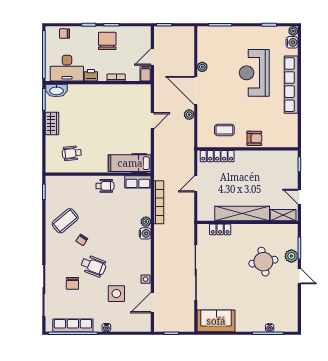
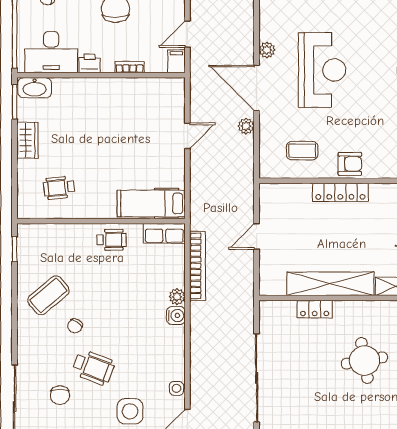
reception desk: (254, 73) -> (322, 70), moved, turned 180
locker: (217, 156) -> (340, 192), moved
locker: (220, 229) -> (315, 309), moved

